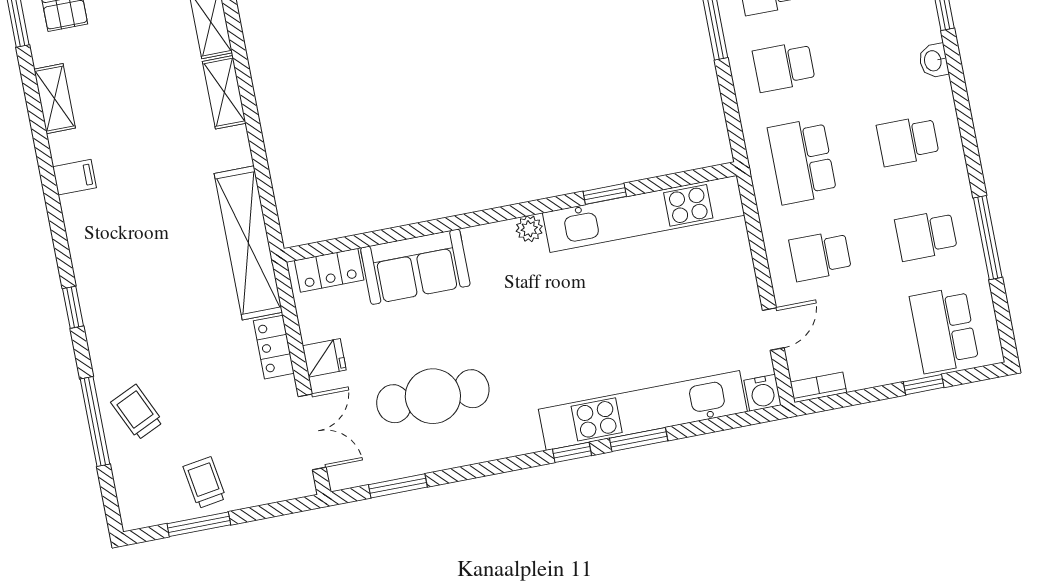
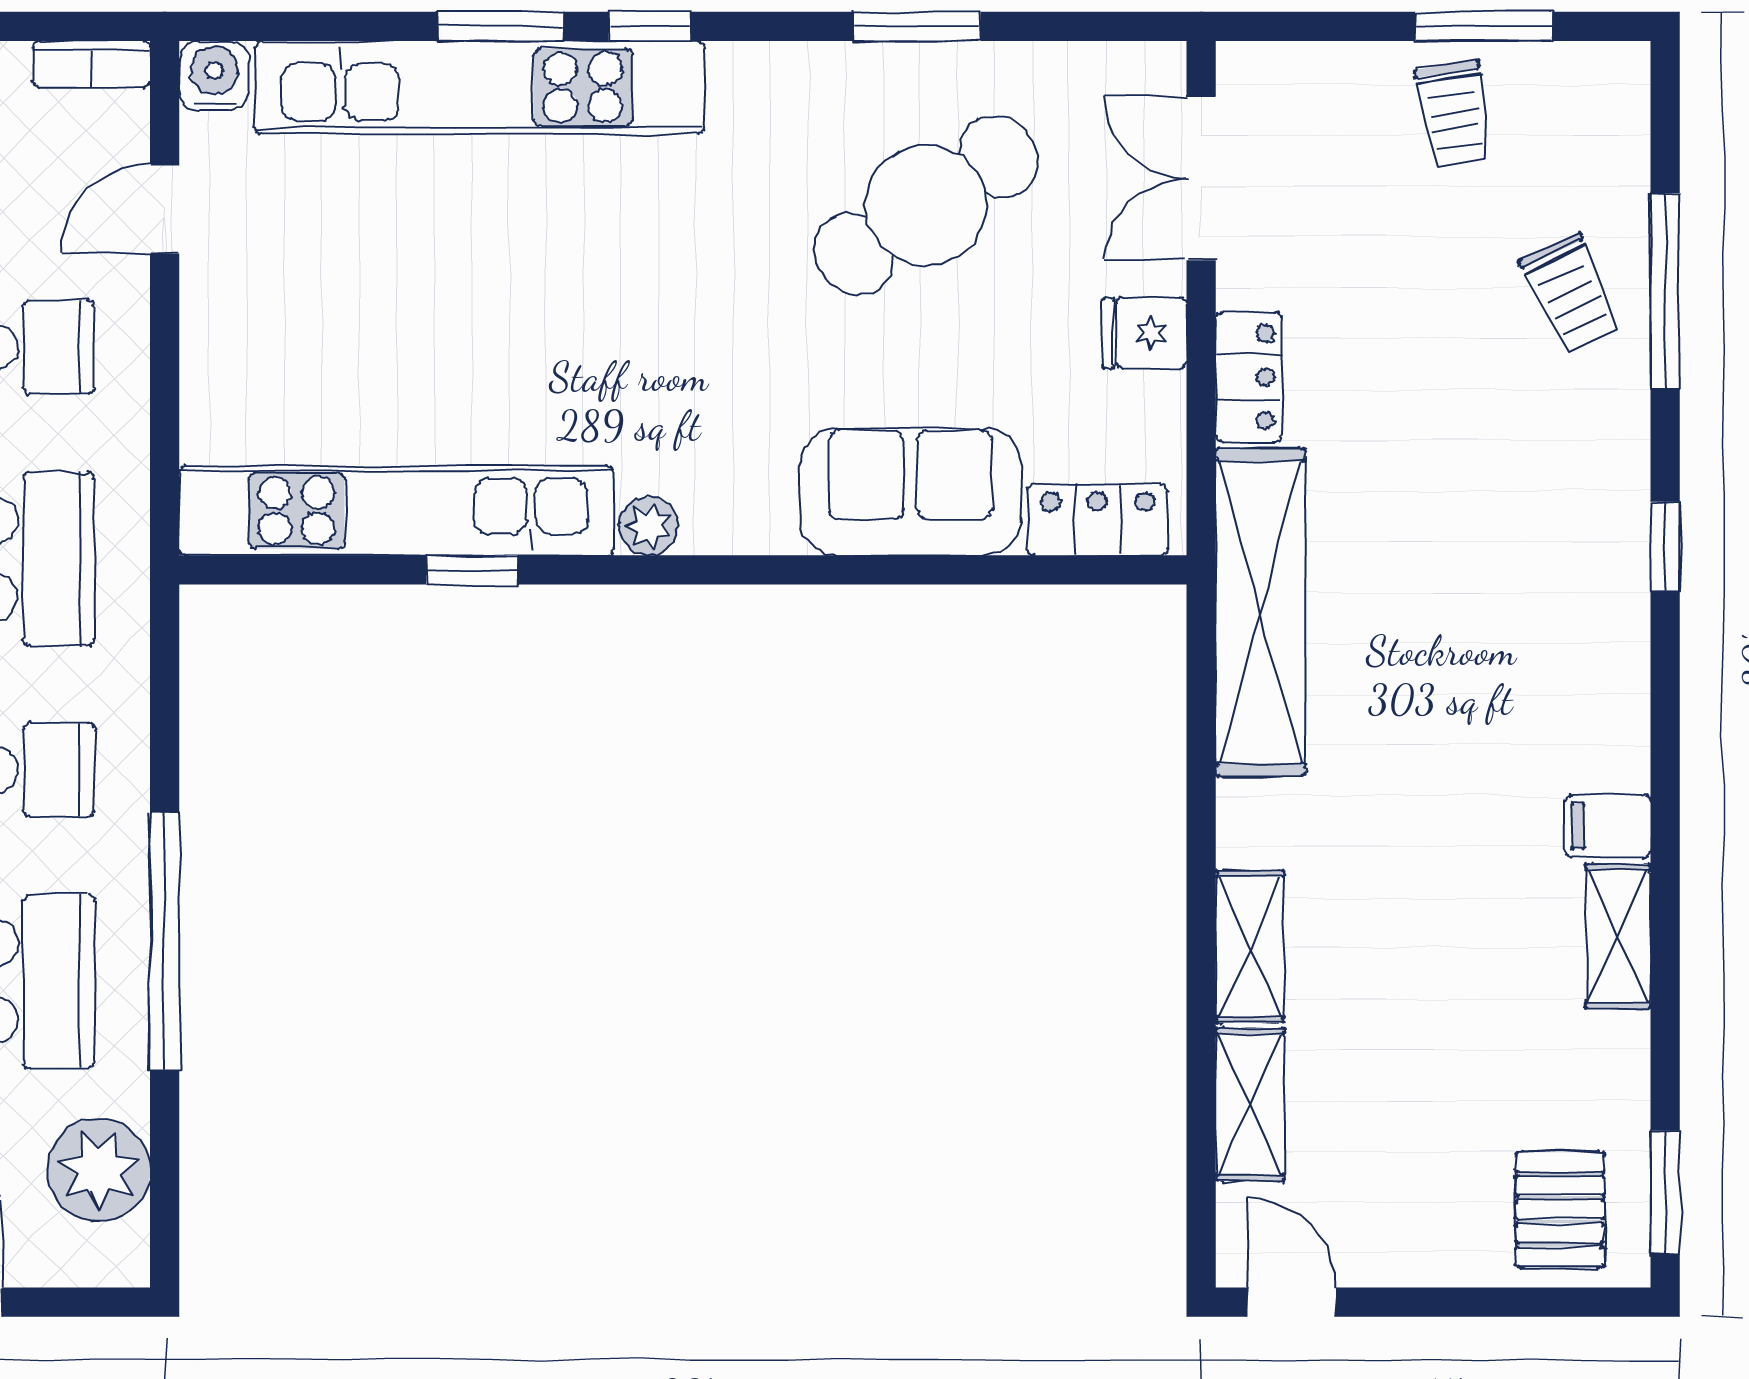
shelving: (55, 99) -> (1618, 936), moved
cafe table: (433, 396) -> (926, 205), turned -34
window: (398, 486) -> (917, 26), moved

